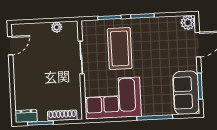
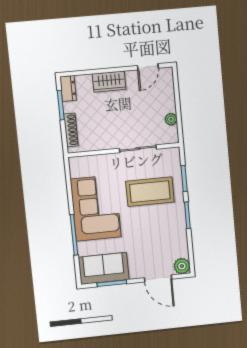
door: (10, 46) -> (148, 67), hinge flipped
wardrobe: (22, 80) -> (109, 82), added
corner sofa: (113, 98) -> (96, 208), moved

